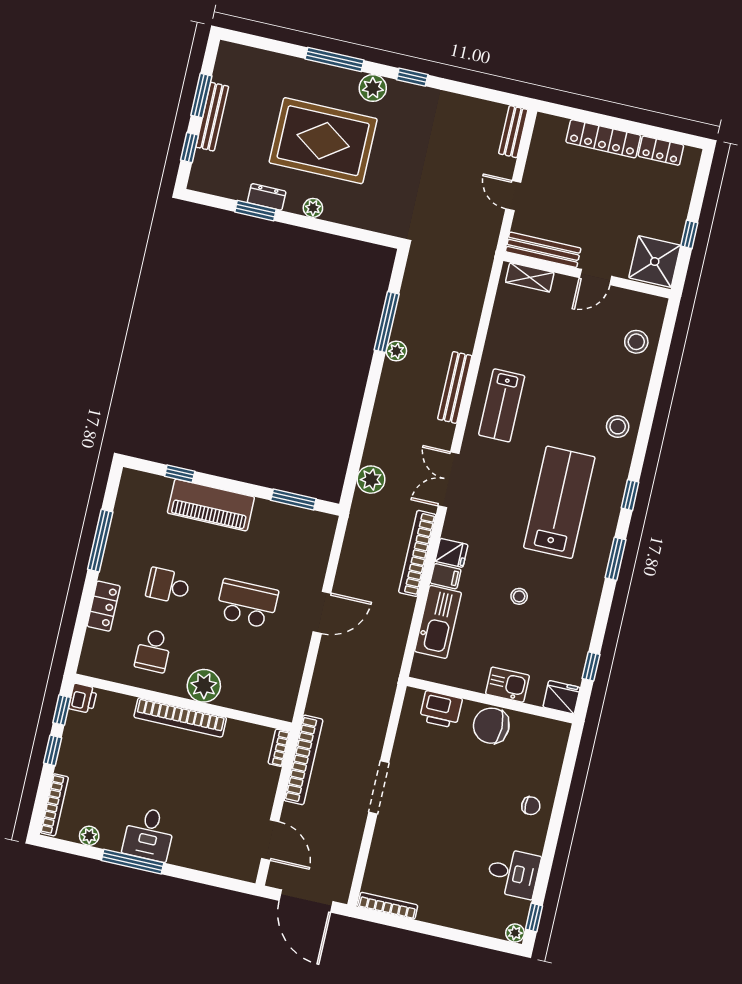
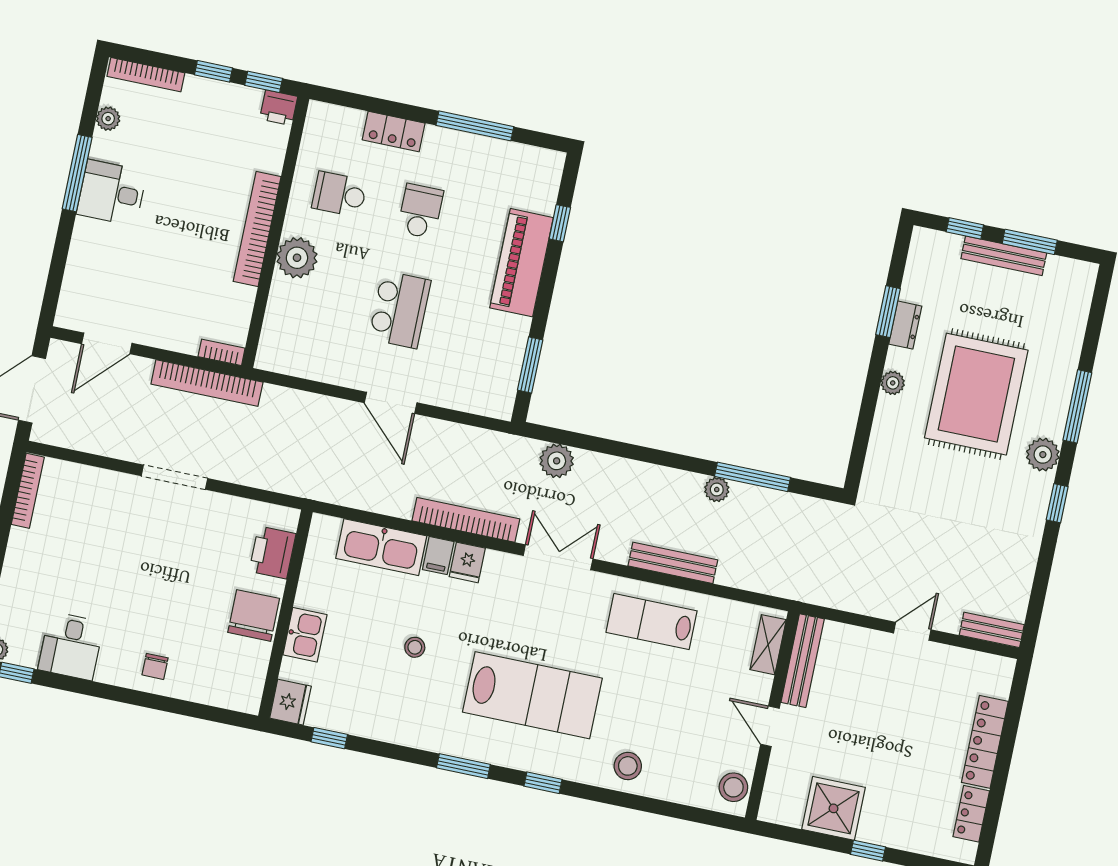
bench: (543, 250) -> (803, 661), moved
wall: (587, 275) -> (772, 716), moved
shelving: (530, 277) -> (768, 645), moved
door: (596, 277) -> (770, 726), moved

